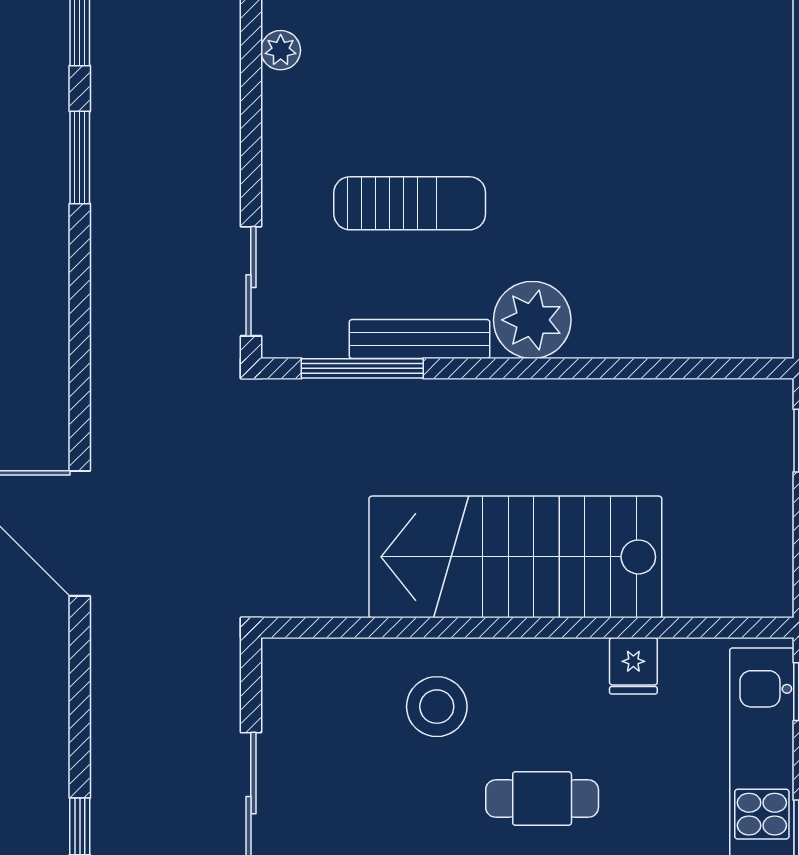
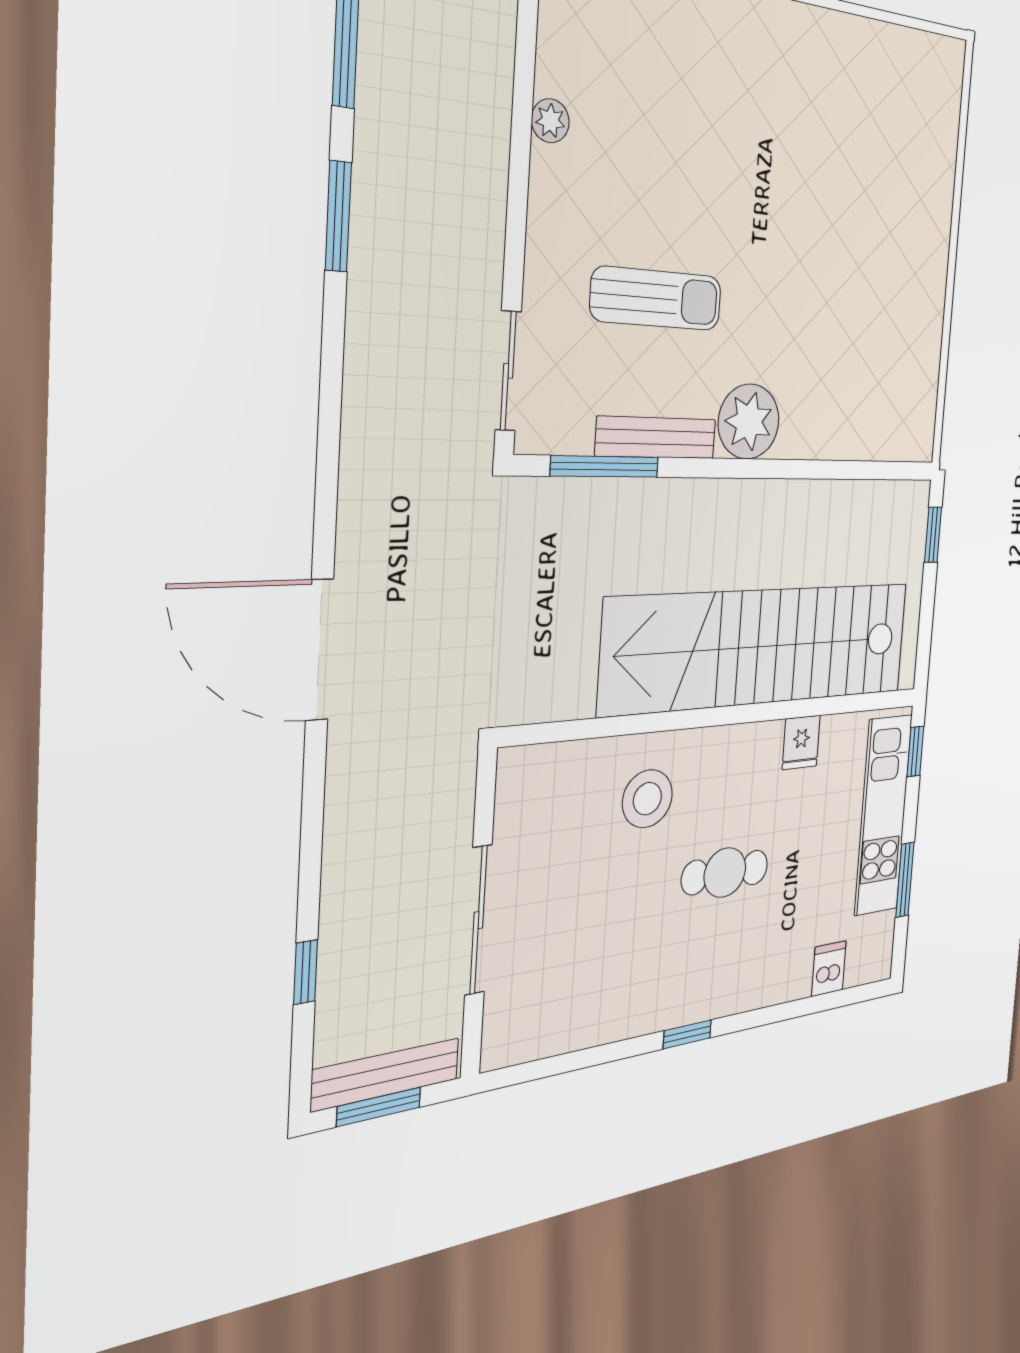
stairs: (515, 557) -> (761, 647), width x1.36

